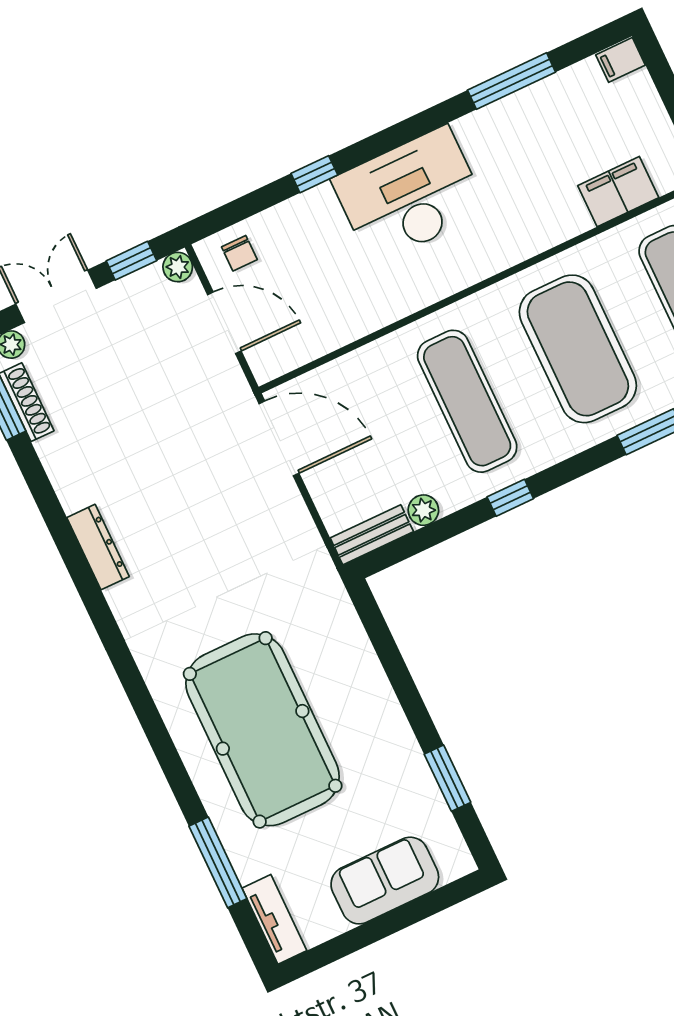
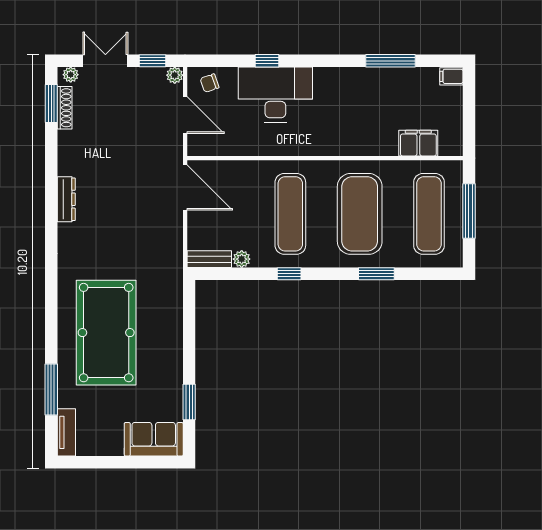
desk: (410, 195) -> (275, 95), moved
chair: (239, 253) -> (210, 83), turned 71
sofa: (385, 881) -> (154, 439), moved

